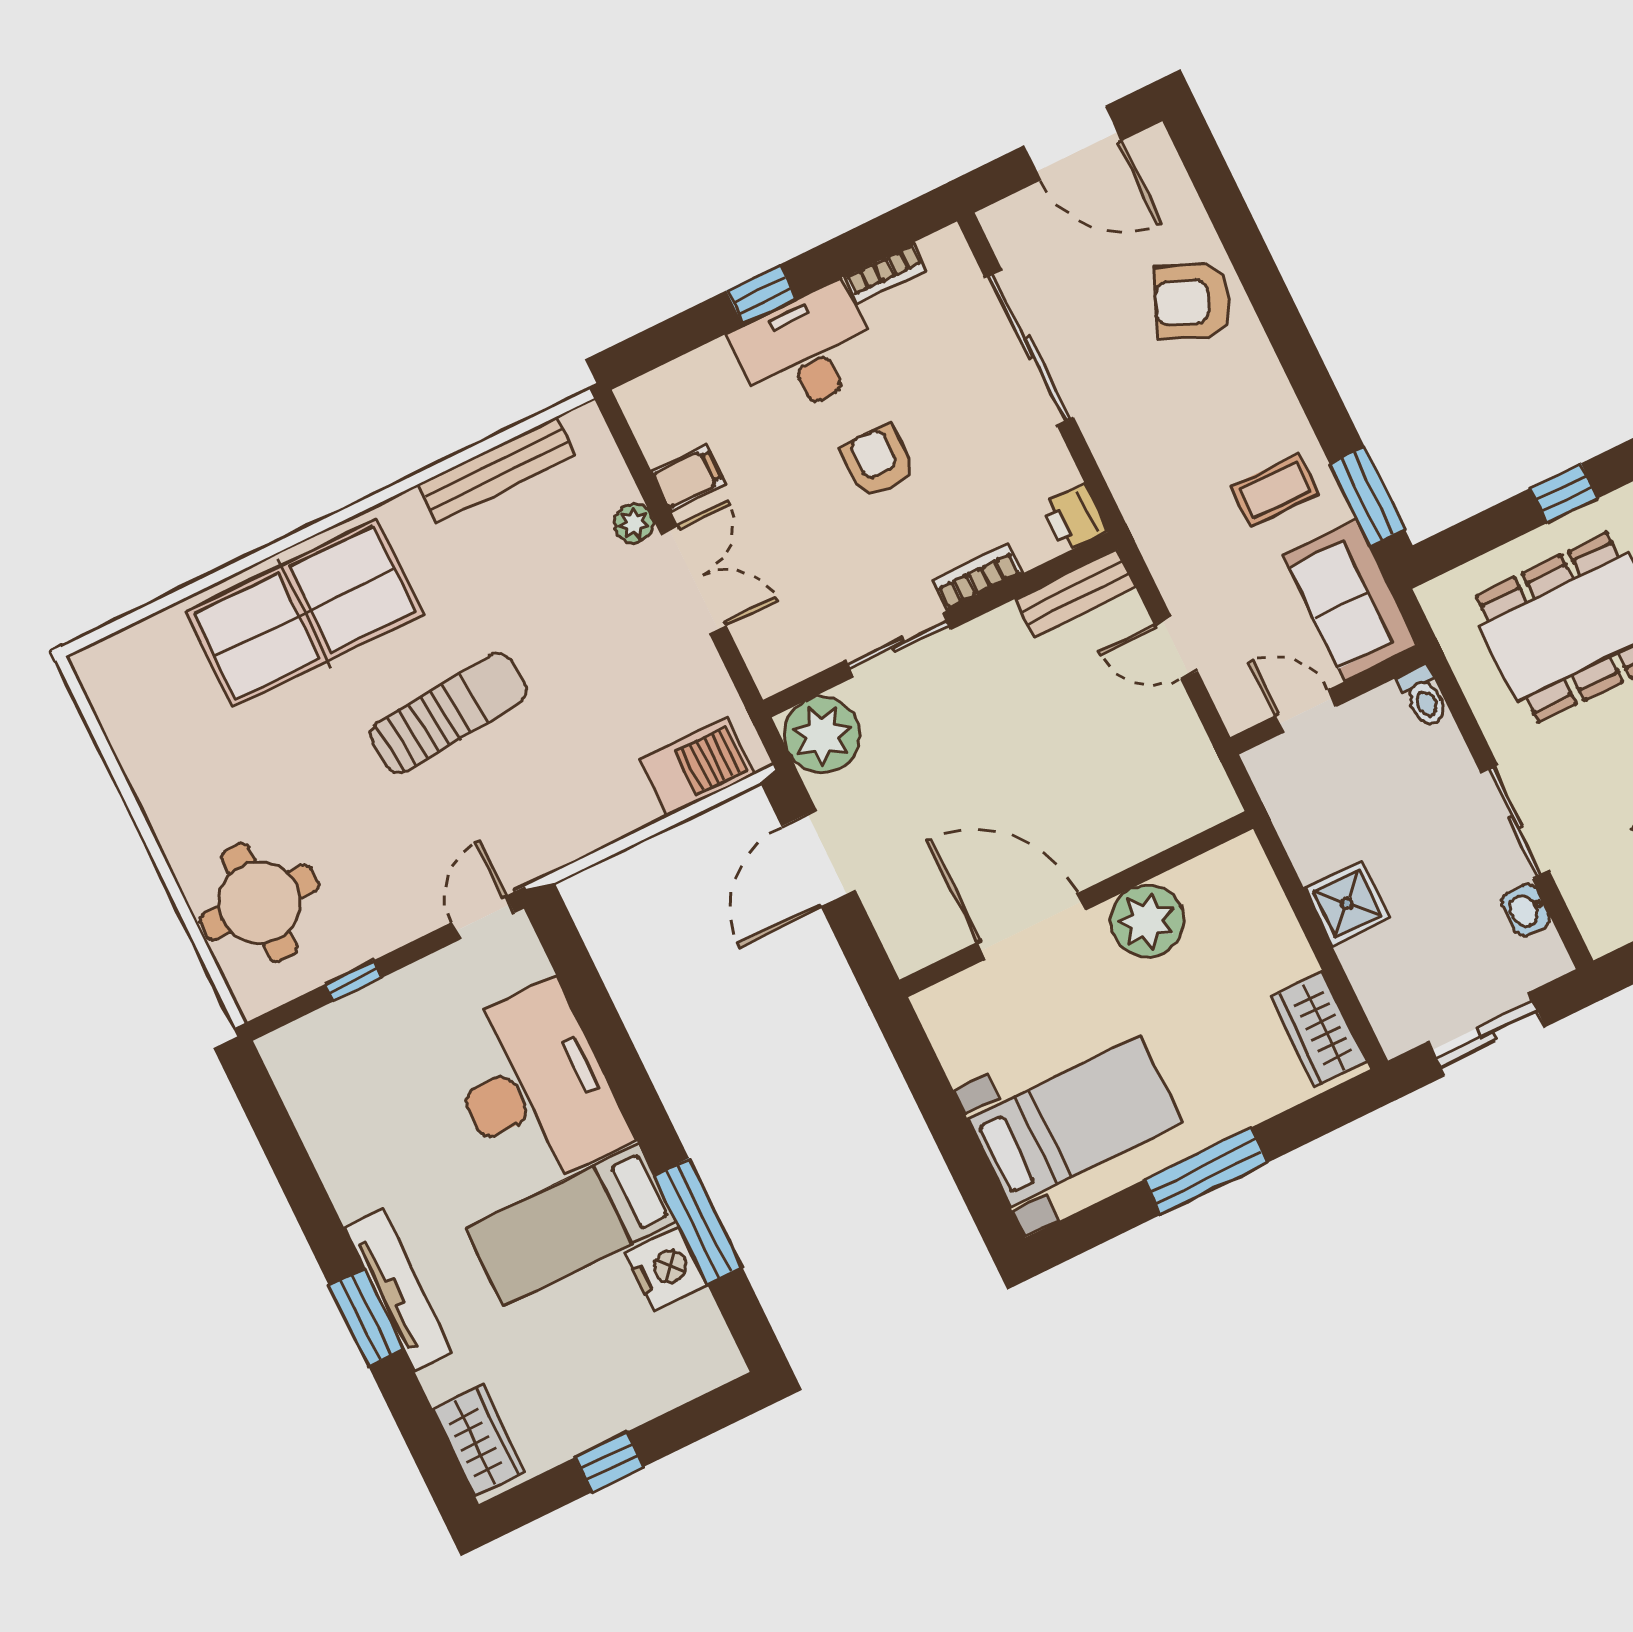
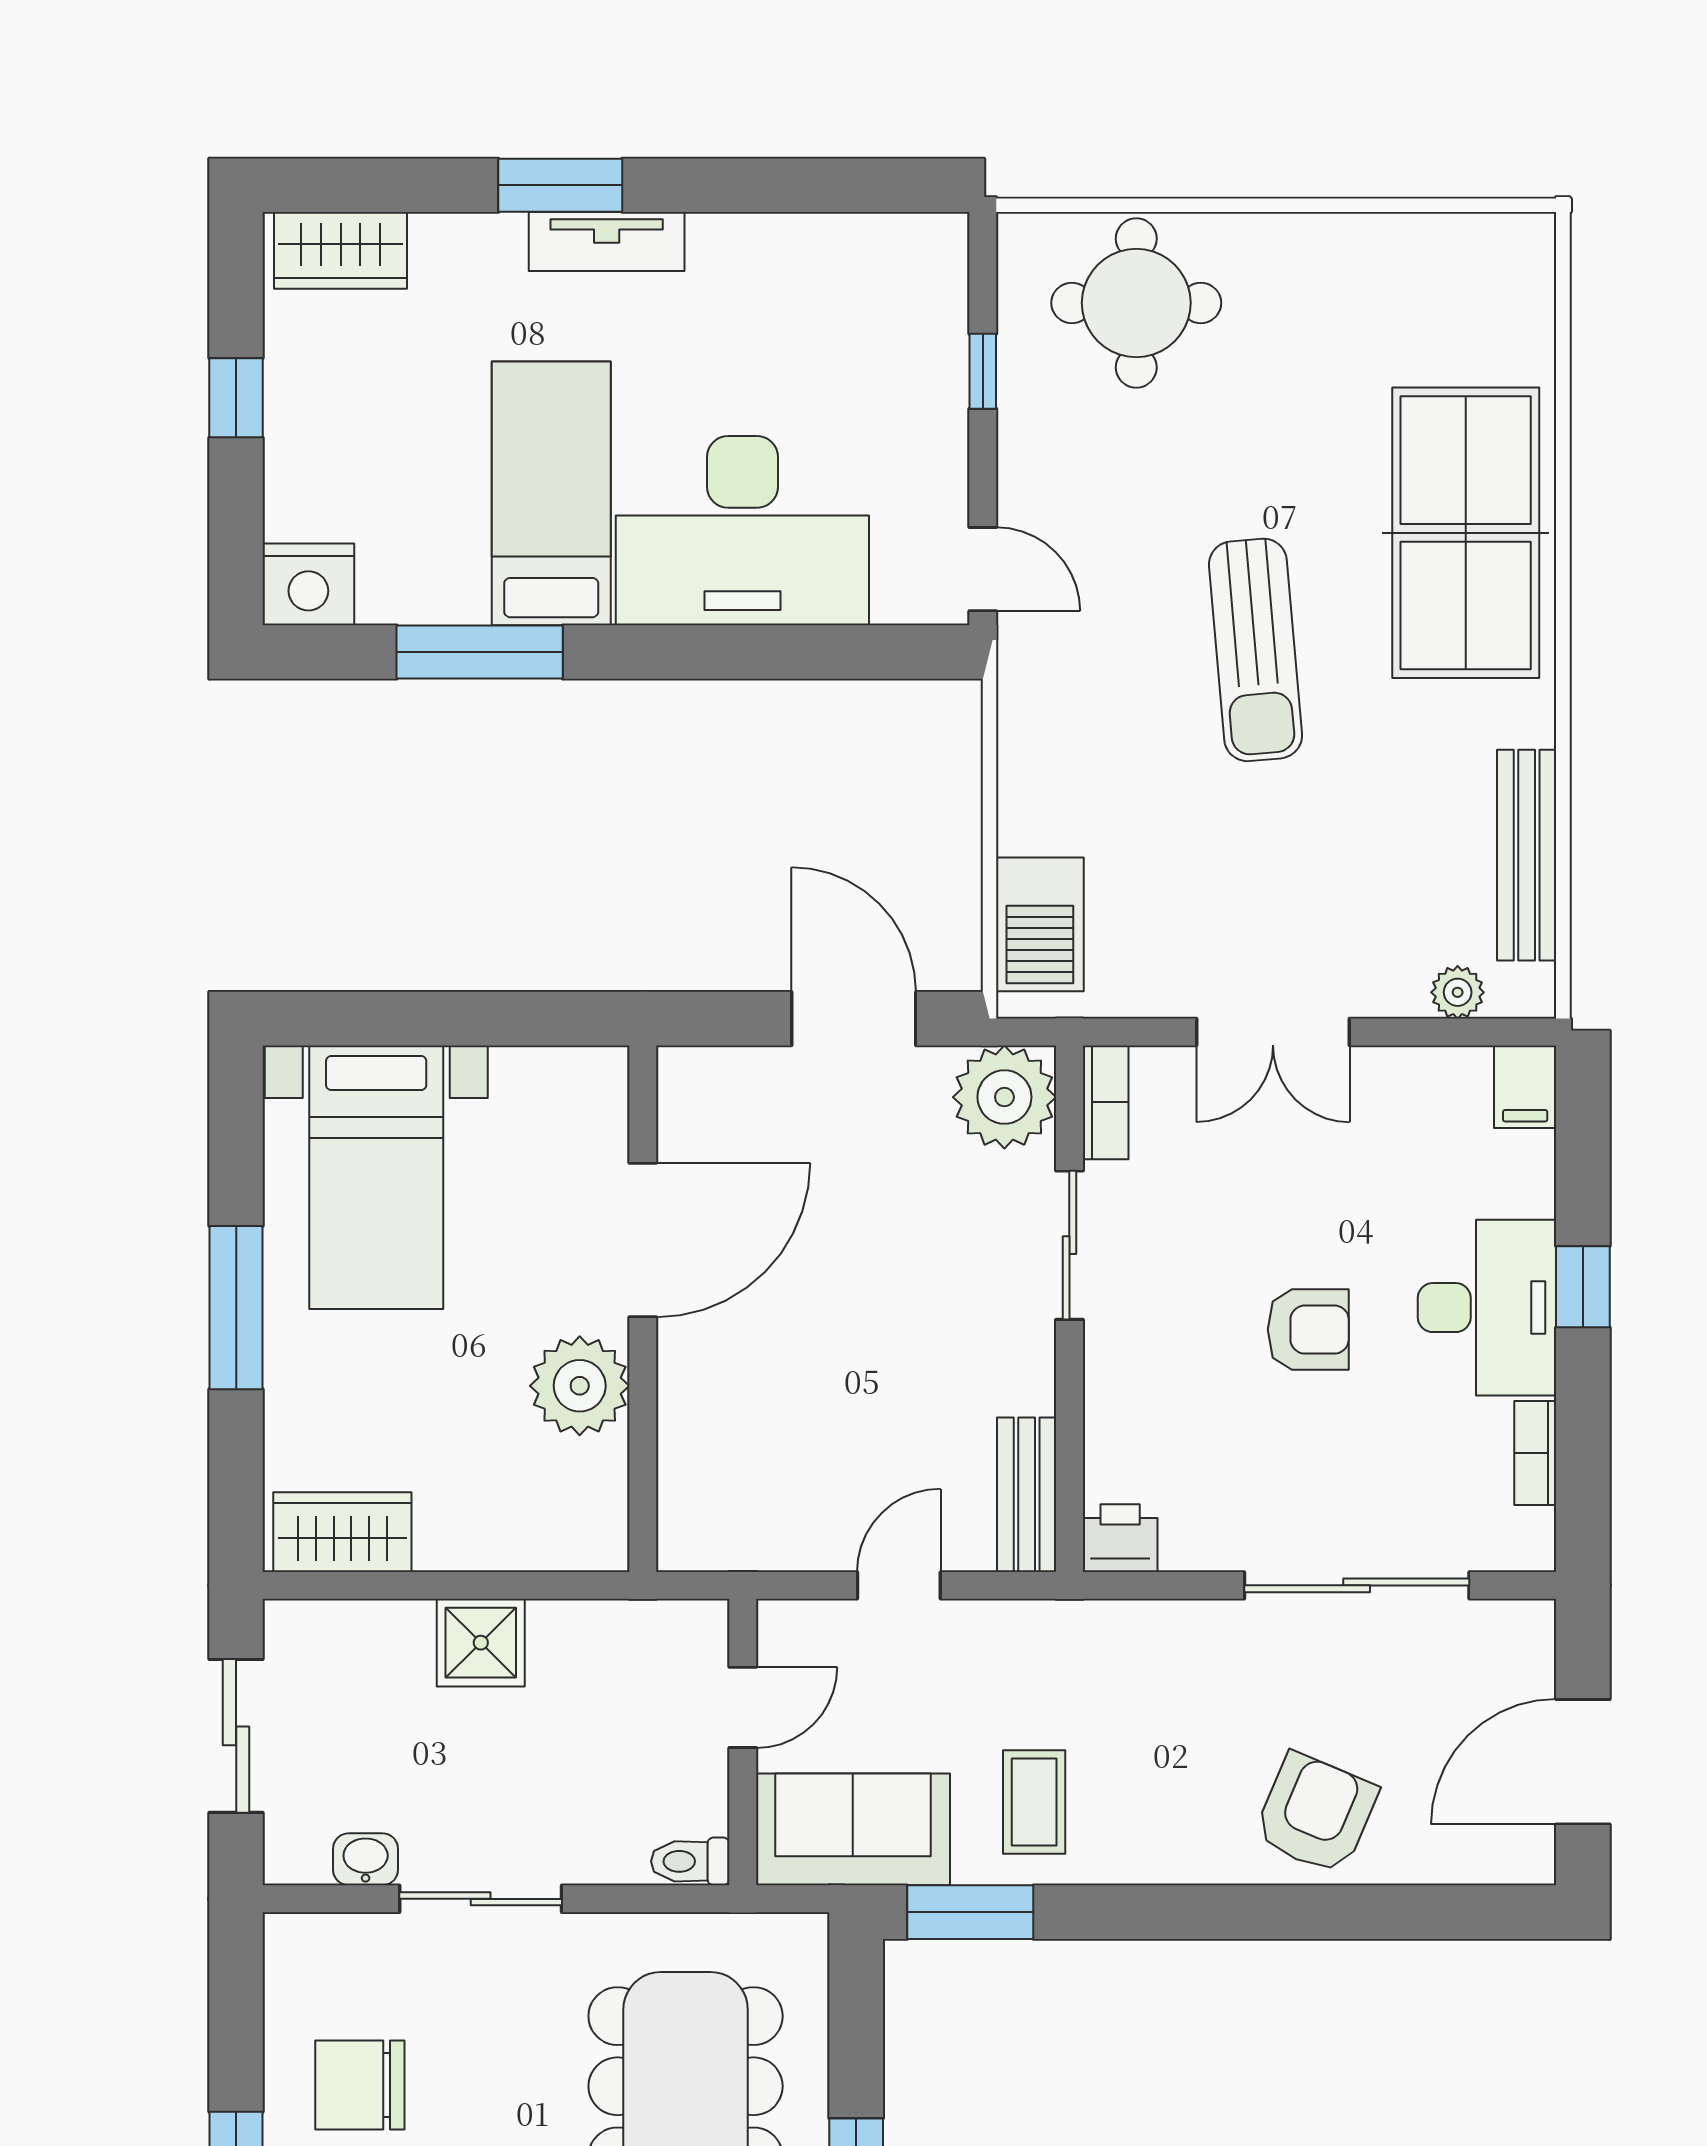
filing cabinet: (688, 478) -> (1525, 1087), moved
plant: (634, 523) -> (1458, 992), moved
bookcase: (977, 577) -> (1106, 1102), moved
nightstand: (666, 1268) -> (308, 584), moved
tv unit: (399, 1290) -> (607, 242), width x0.71

